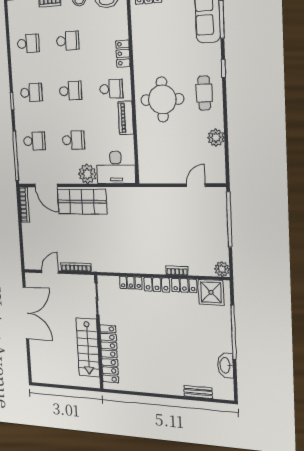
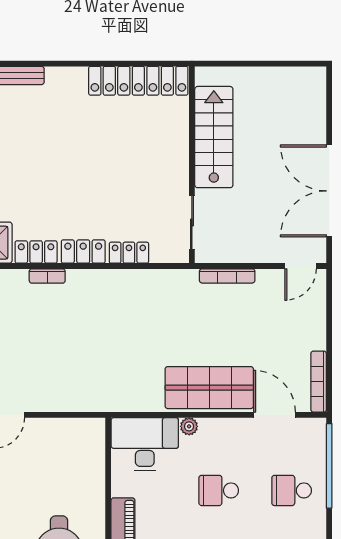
plant: (87, 174) -> (189, 426), width x0.53, depth x0.53
door: (50, 272) -> (301, 266), moved
locker: (109, 354) -> (138, 81), moved, turned -90

